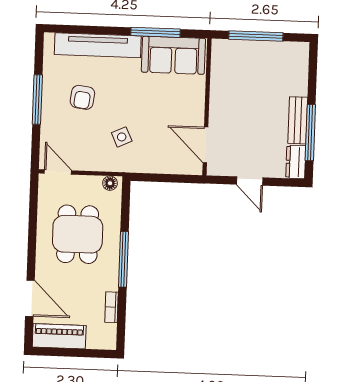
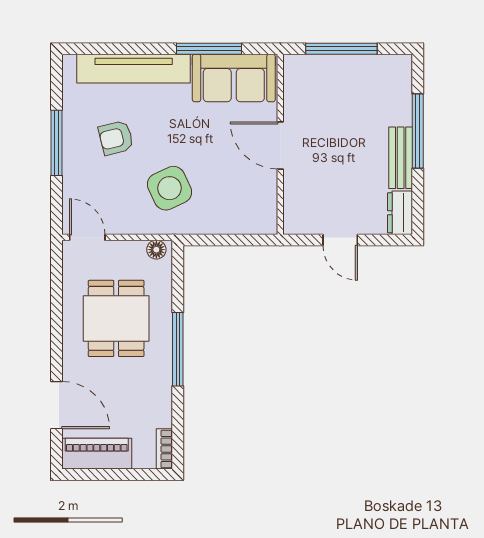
armchair: (82, 97) -> (116, 138), turned 69
window: (310, 133) -> (418, 131), moved
side table: (122, 137) -> (170, 188), width x1.87, depth x1.87
door: (205, 145) -> (280, 145), moved
bookcase: (112, 307) -> (164, 449), moved

